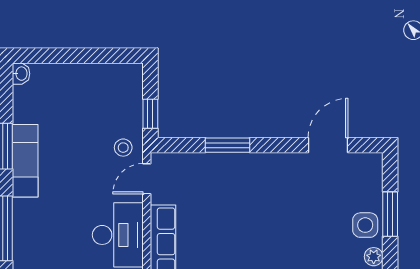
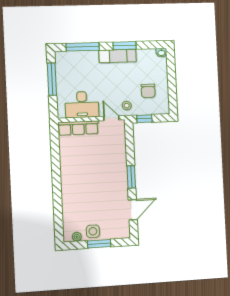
chair: (96, 104) -> (148, 91), added
window: (227, 145) -> (131, 177), moved
door: (328, 145) -> (133, 210), hinge flipped

